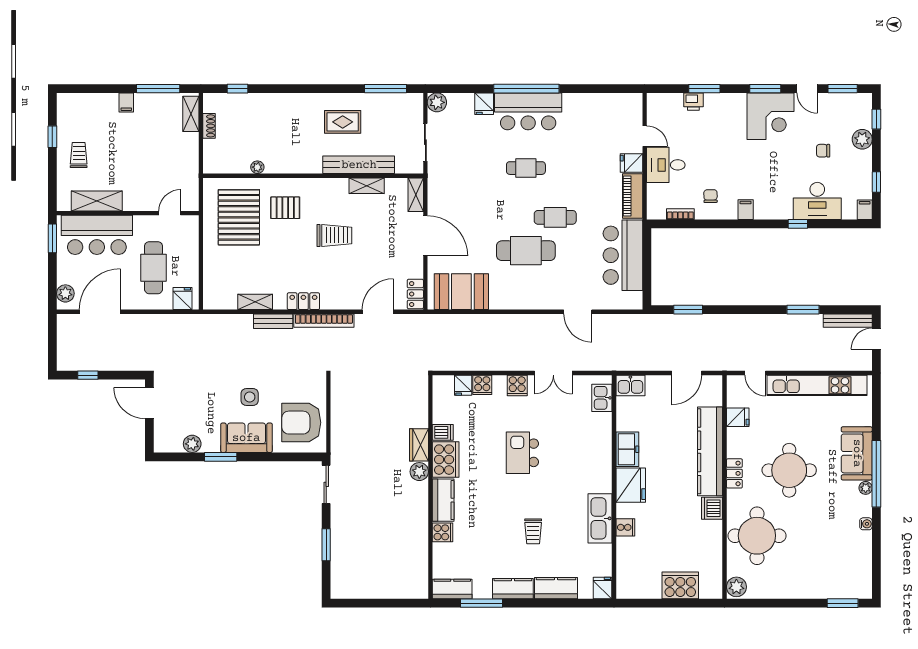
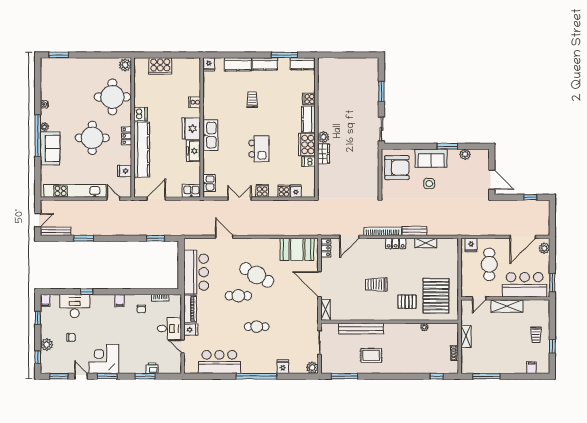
filing cabinet: (126, 102) -> (531, 368), moved
bar counter: (528, 111) -> (219, 362), moved
shelving: (191, 114) -> (466, 336), moved
shelving: (367, 186) -> (356, 316), removed
shelving: (97, 201) -> (507, 306), moved
cafe table: (526, 251) -> (257, 275), turned 30
kitchen sink: (600, 518) -> (210, 135), moved

